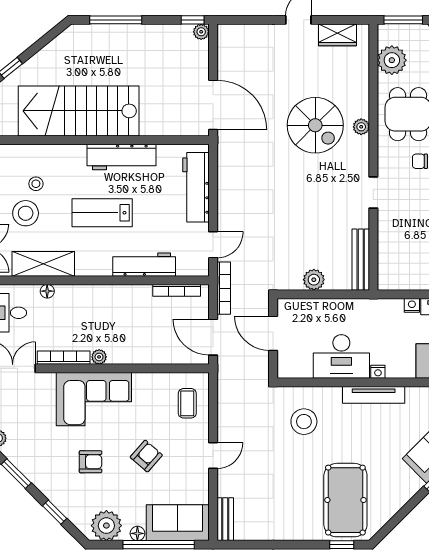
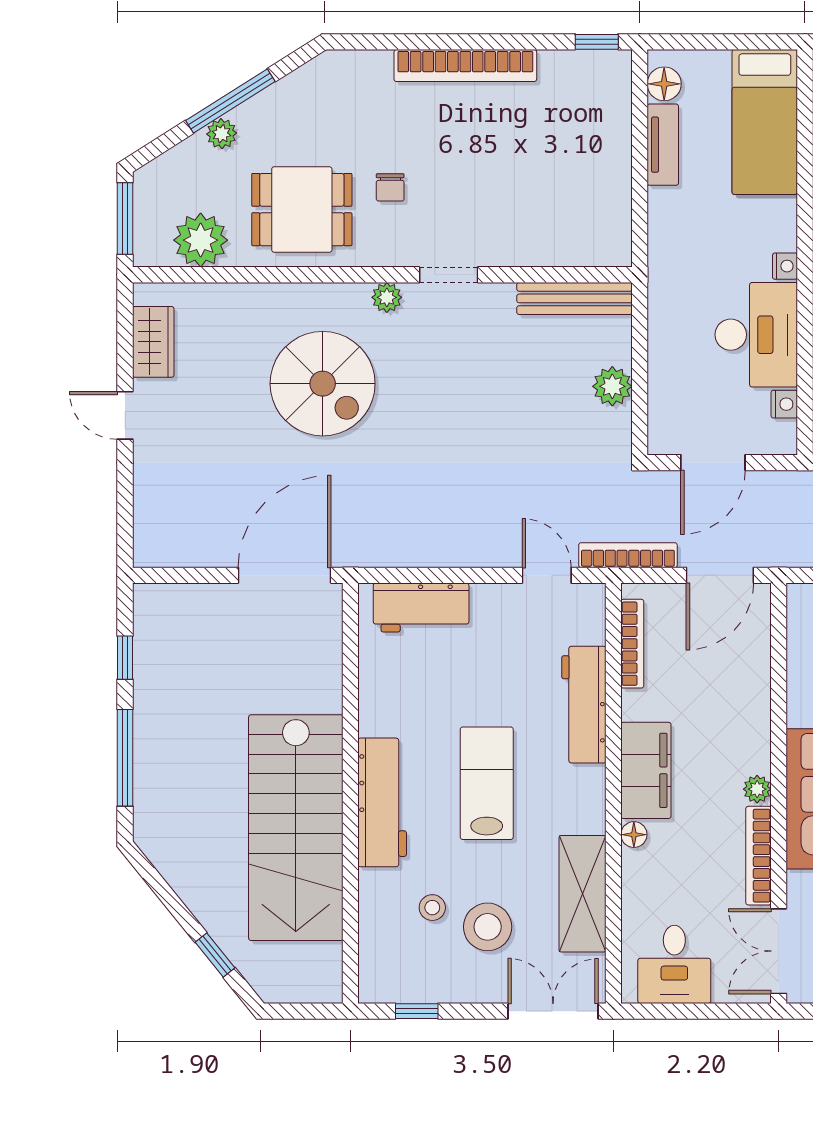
window: (193, 20) -> (125, 658), moved
plant: (201, 32) -> (147, 598), removed
spiral stairs: (315, 125) -> (323, 384), turned 90
plant: (361, 127) -> (387, 297), moved
workbench: (122, 157) -> (382, 802), moved
workbench: (196, 187) -> (421, 607), width x0.73
lab bench: (102, 213) -> (487, 783), turned 180
floor lamp: (47, 291) -> (634, 835), moved
filing cabinet: (109, 298) -> (646, 770), added
nightstand: (412, 305) -> (784, 404), moved, turned 180

